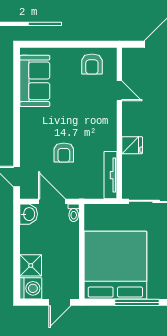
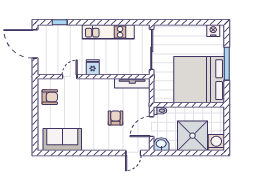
fridge: (132, 145) -> (93, 67), moved
armchair: (64, 153) -> (115, 118), turned -90
shower: (31, 265) -> (192, 136), width x1.86, depth x1.86
door: (60, 302) -> (227, 121), removed

